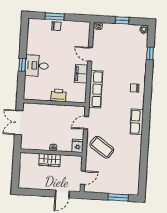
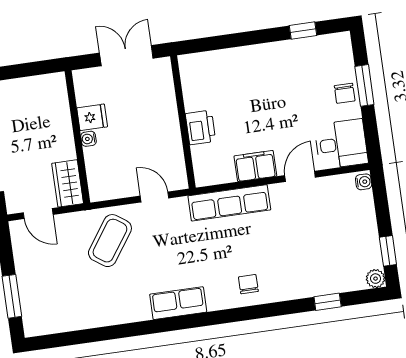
window: (122, 20) -> (388, 251), moved
window: (22, 65) -> (303, 30), moved
desk: (37, 66) -> (341, 144), moved, turned 90
fridge: (78, 146) -> (92, 117), moved
wardrobe: (50, 160) -> (68, 183), moved

